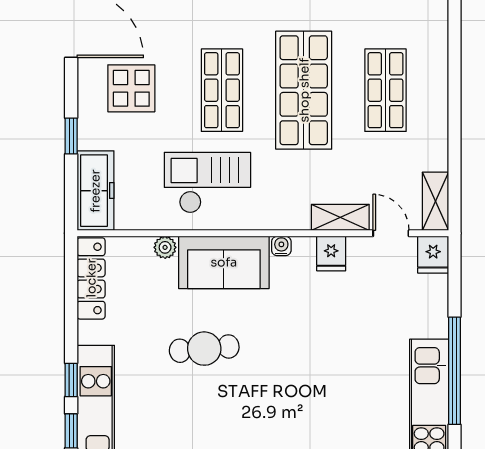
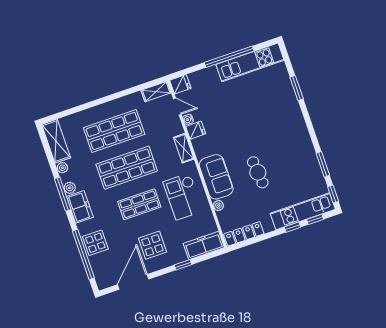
shop shelf: (385, 90) -> (114, 131), width x1.43, depth x1.36
shelving: (340, 217) -> (184, 148), moved
door: (391, 233) -> (177, 106), swing flipped
water cooler: (281, 246) -> (188, 119), moved

